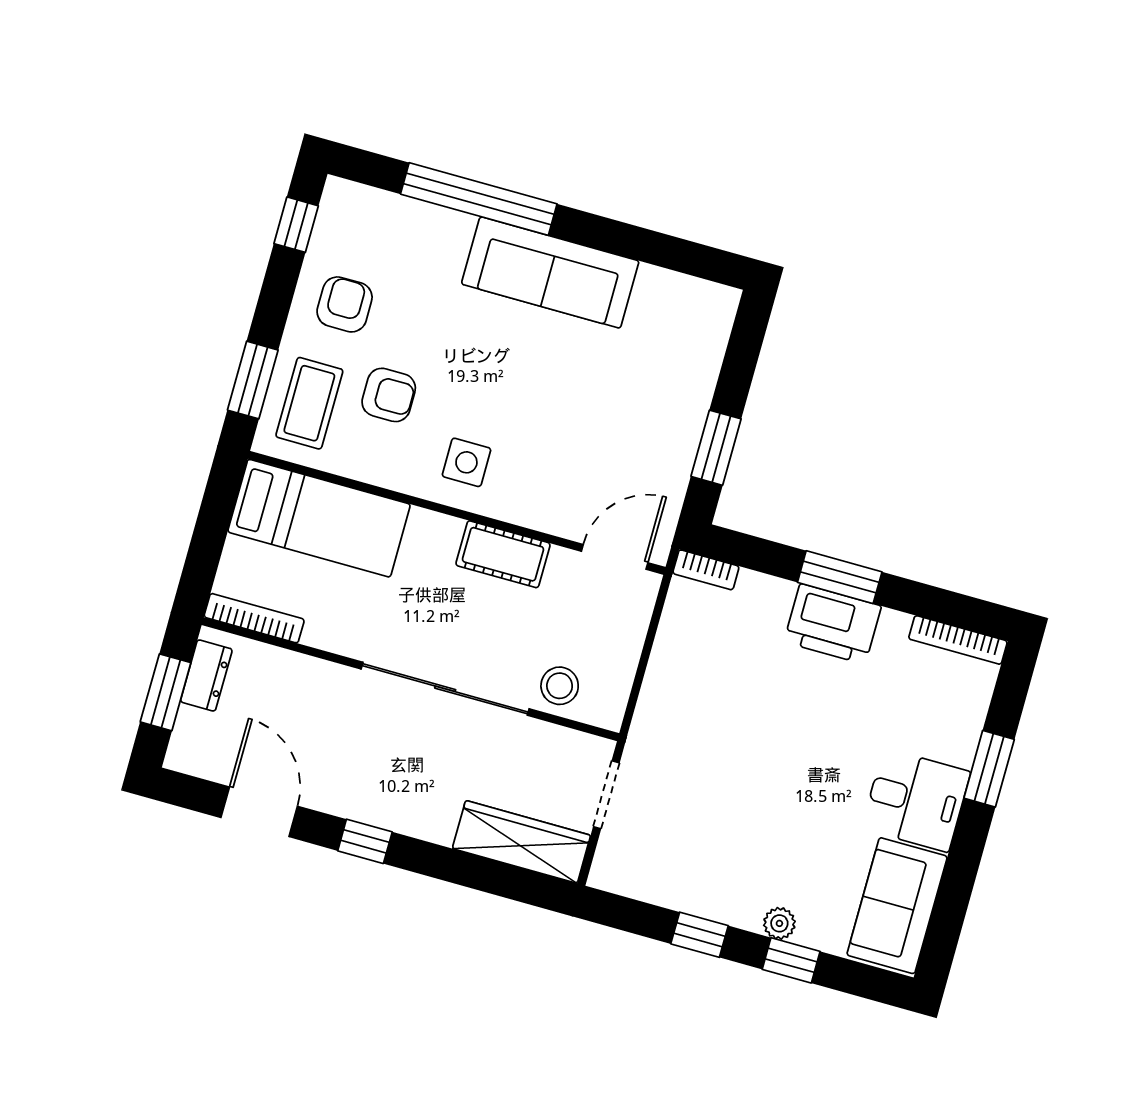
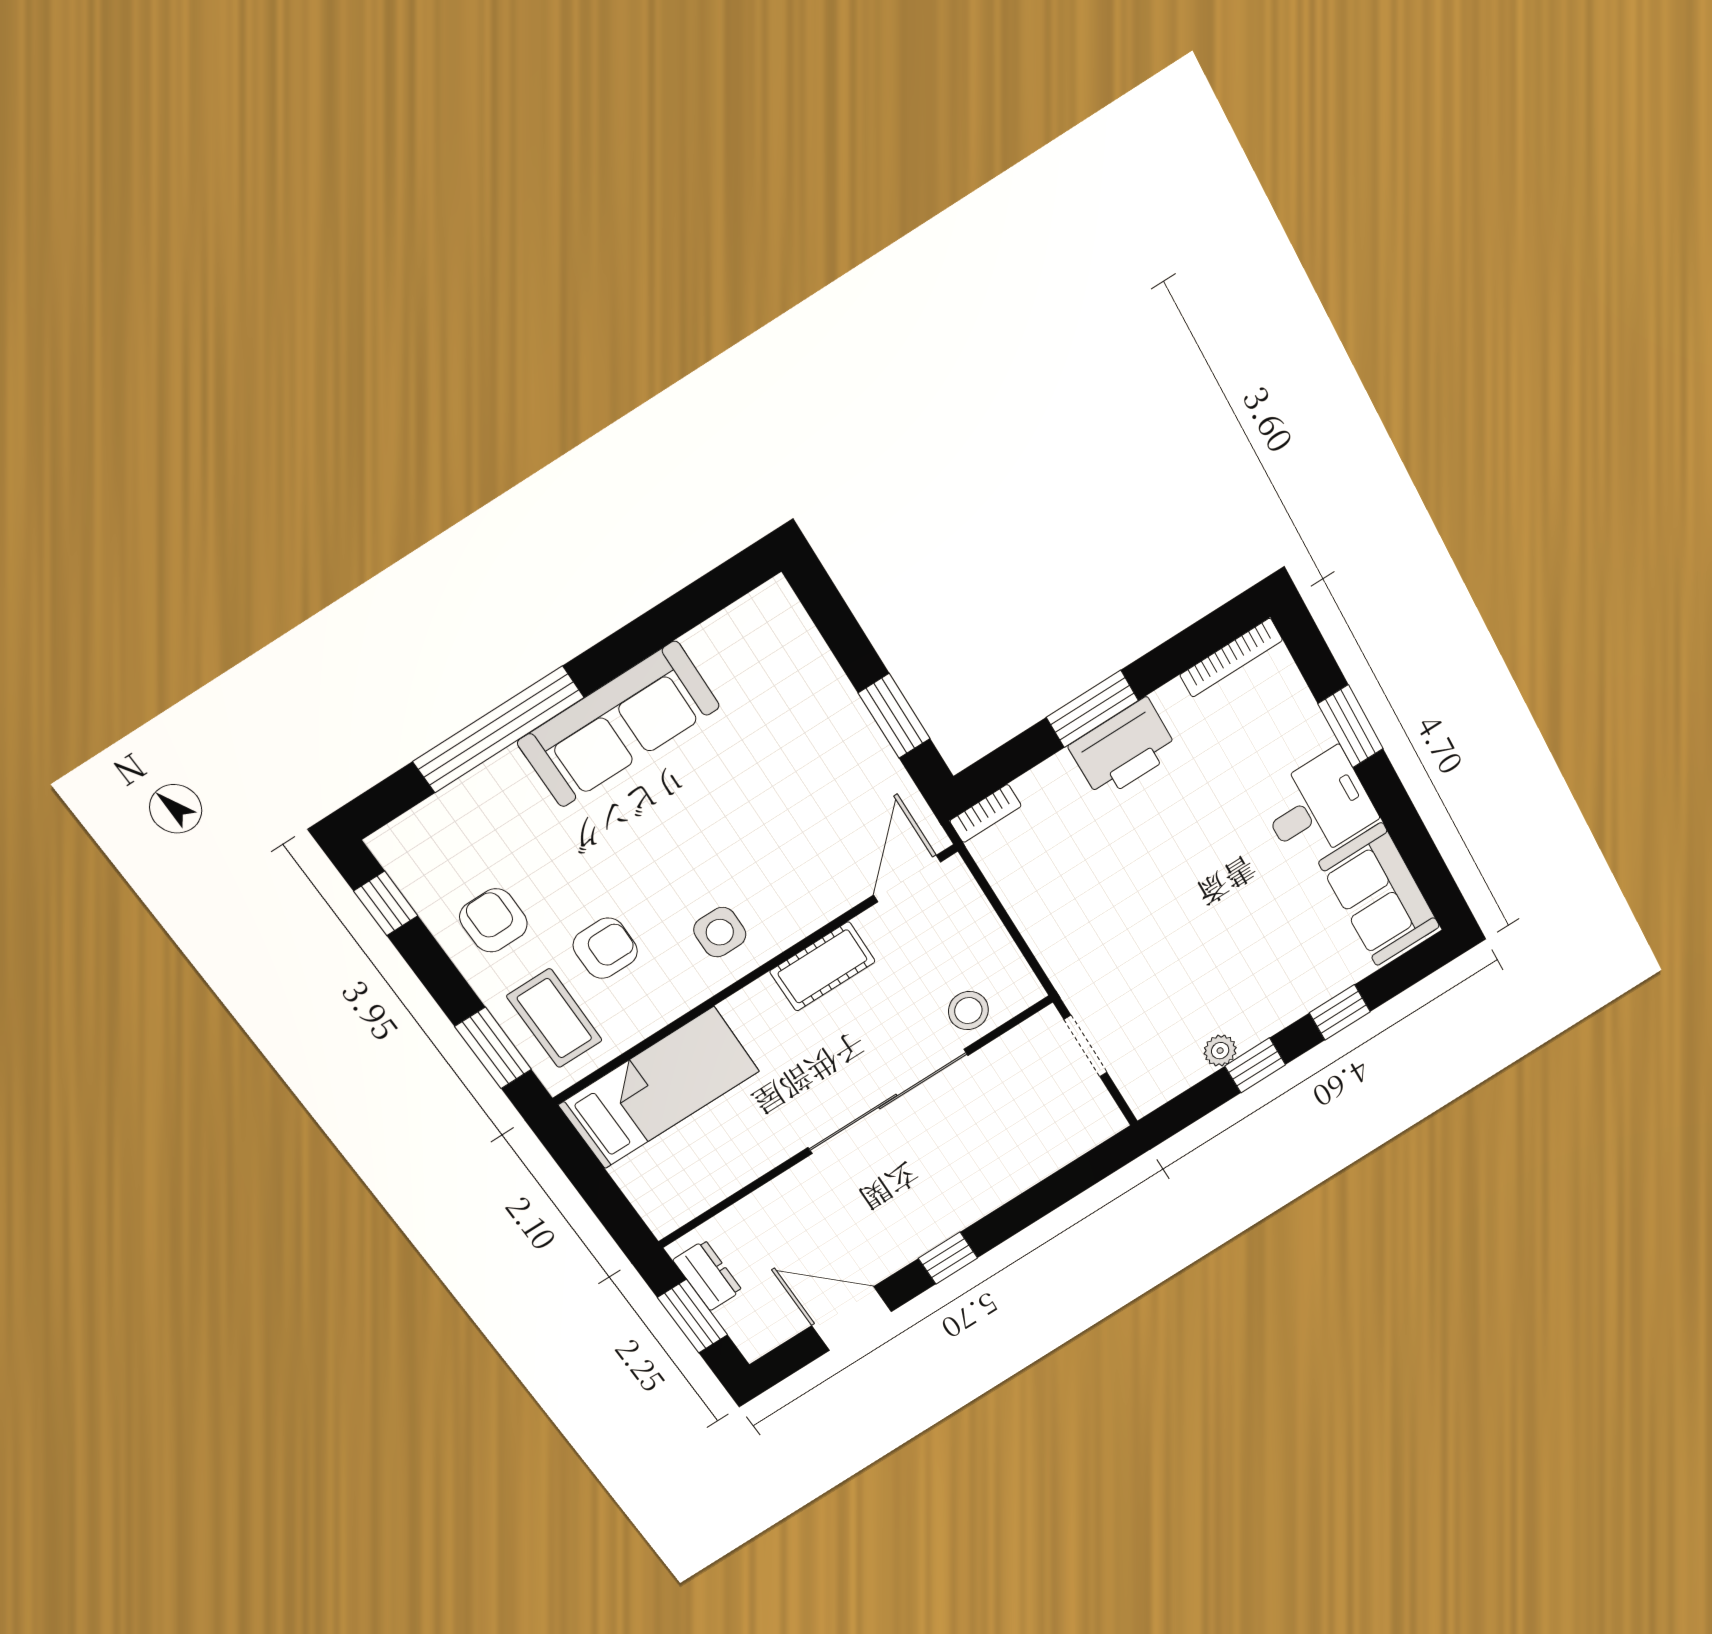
bookcase: (254, 618) -> (695, 1203), removed
wardrobe: (521, 842) -> (1059, 1141), removed
plant: (779, 923) -> (1220, 1051), moved

